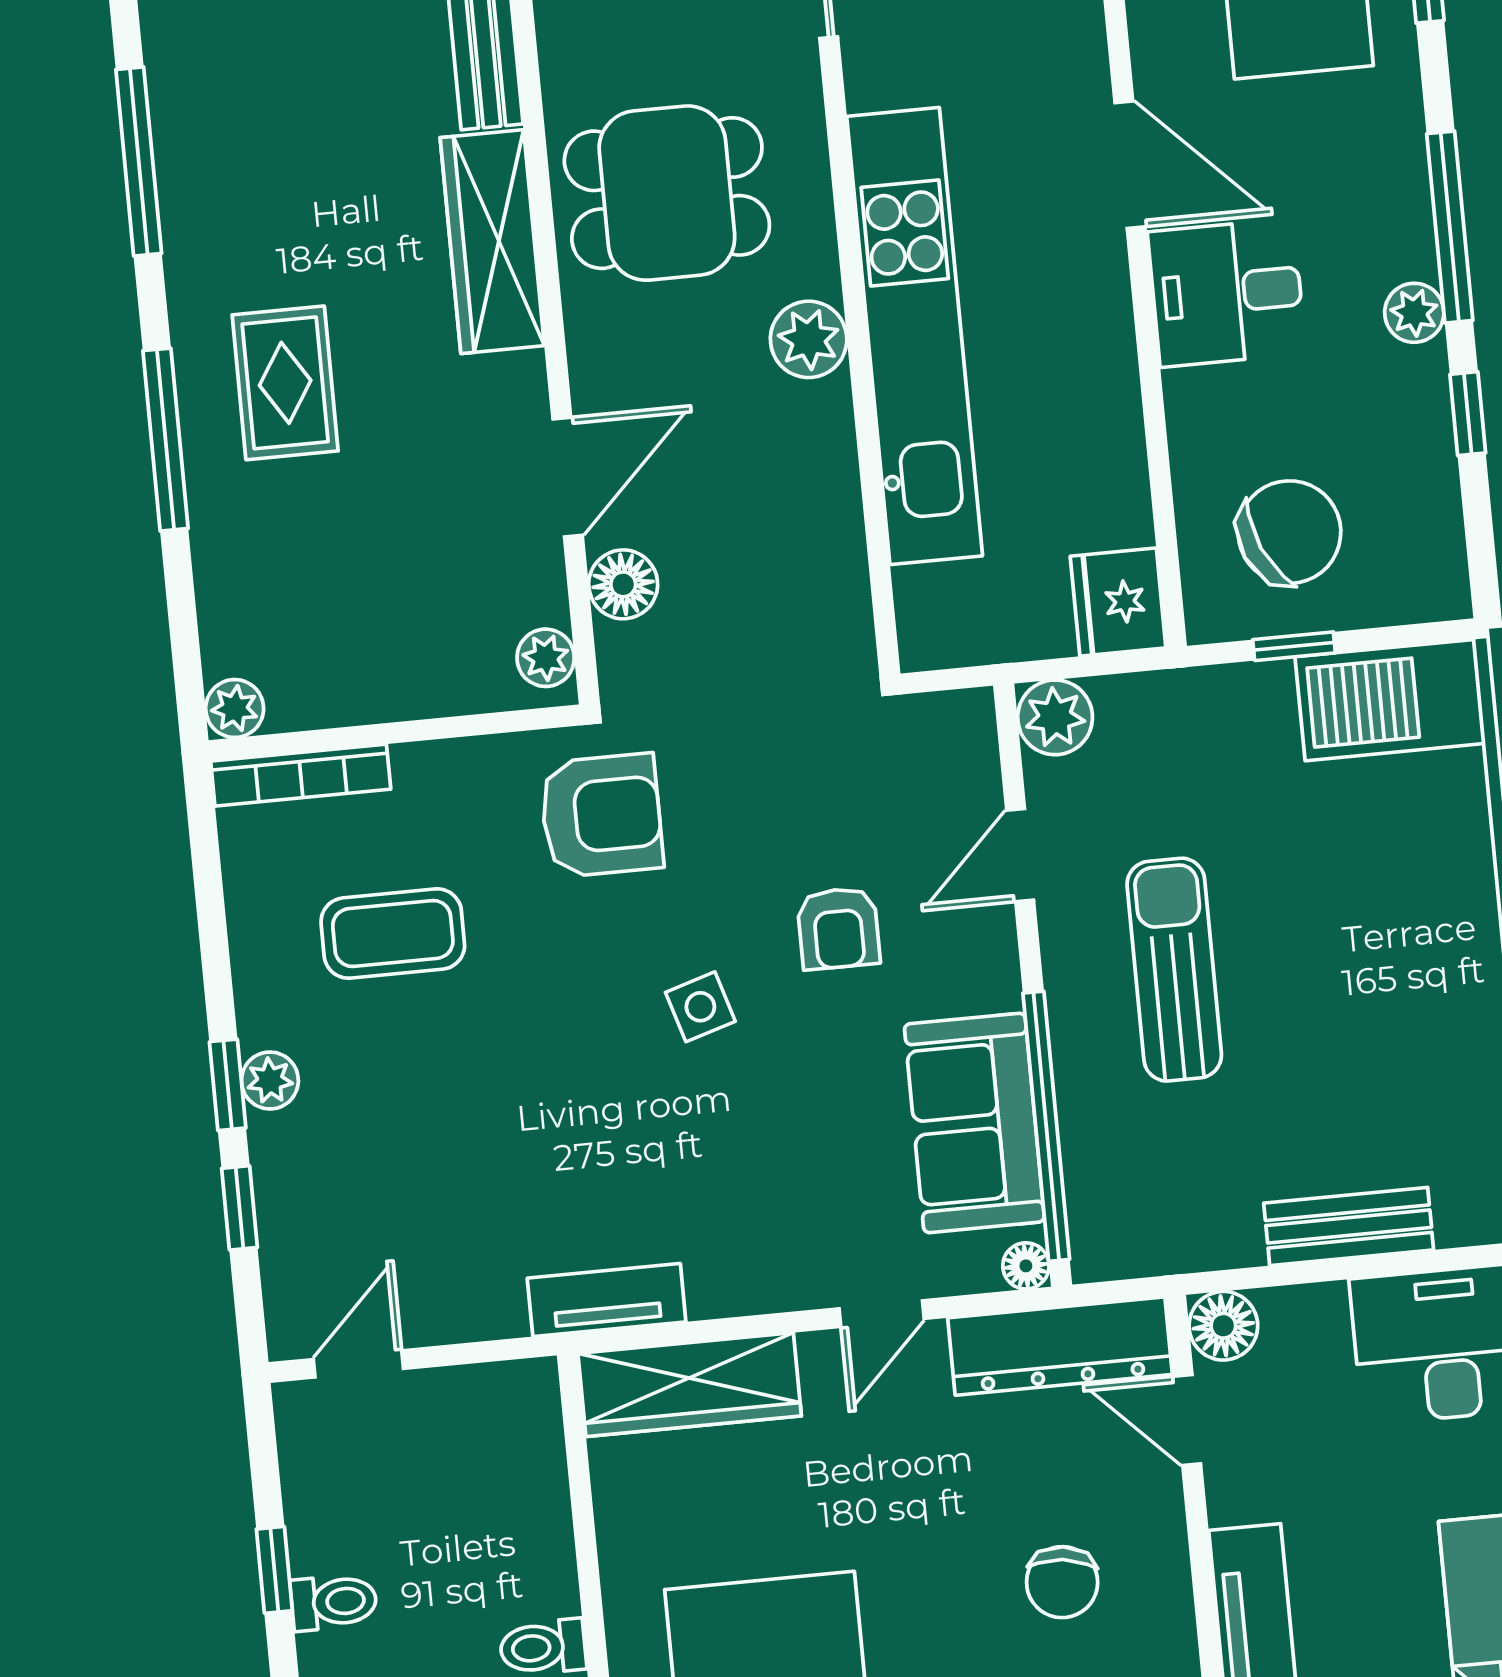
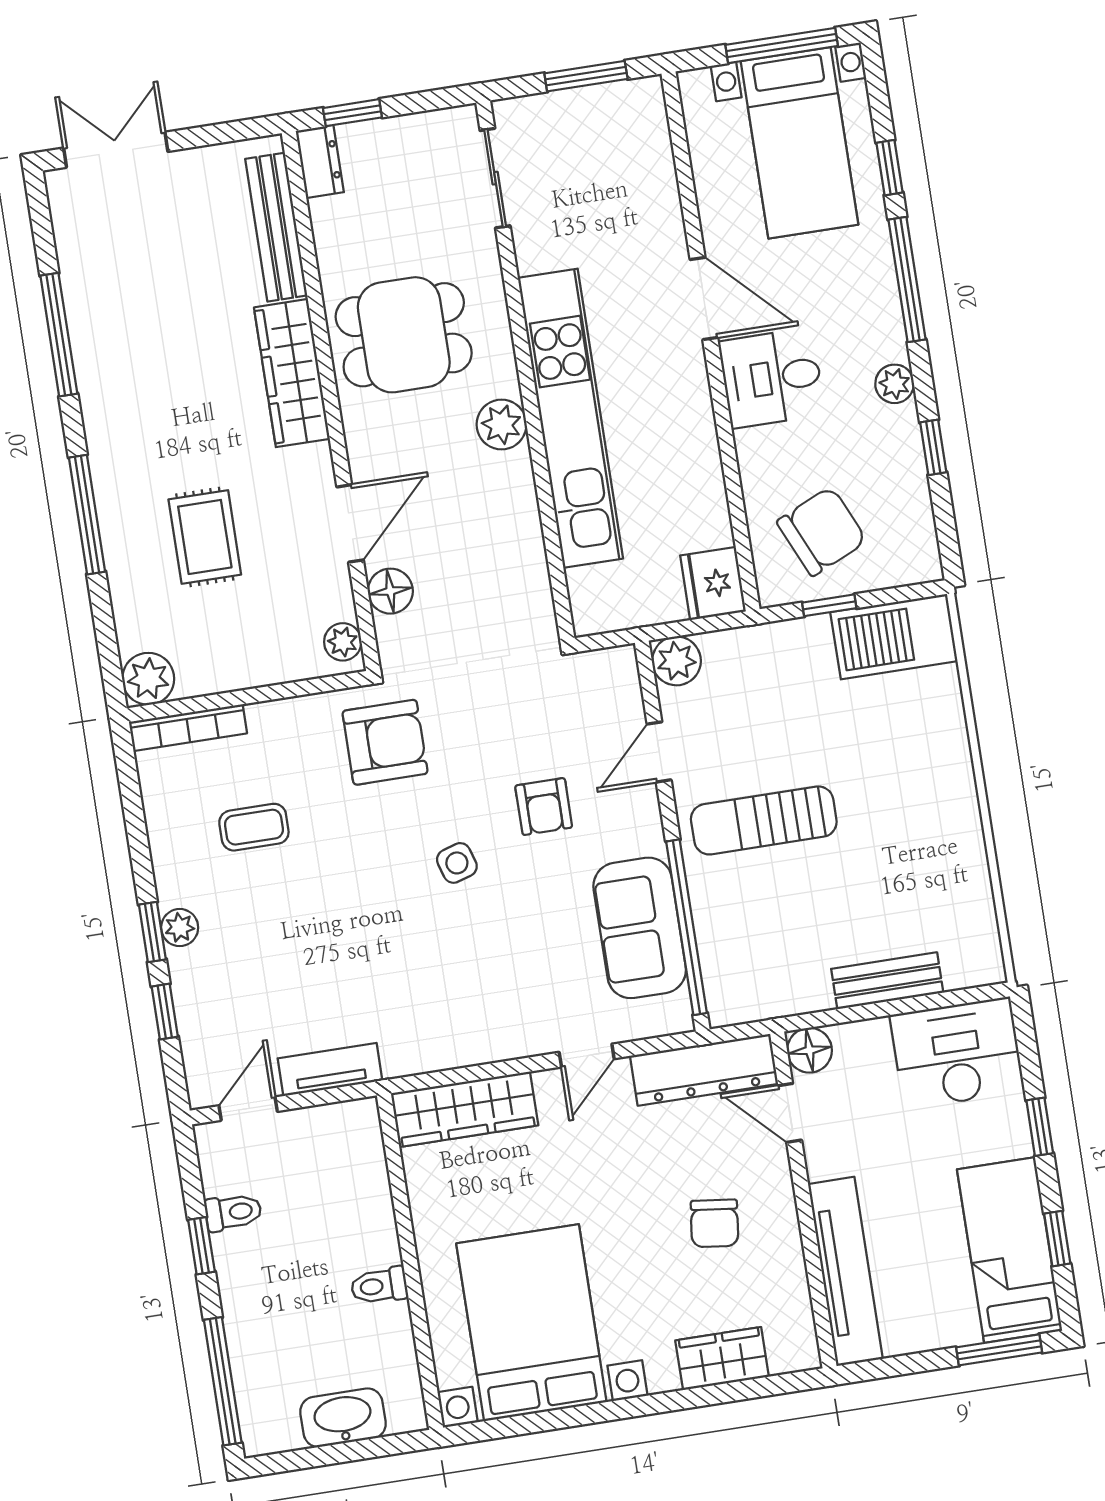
window: (1450, 227) -> (907, 279), moved
rug: (285, 383) -> (205, 537), moved
plant: (235, 708) -> (148, 679), width x1.38, depth x1.38
coffee table: (393, 934) -> (254, 827), width x0.73, depth x0.77
sun lounger: (1174, 970) -> (764, 820), turned -90
floor lamp: (1026, 1266) -> (679, 1019), removed
tv unit: (607, 1300) -> (330, 1069), moved
toilet: (334, 1602) -> (233, 1212), moved

